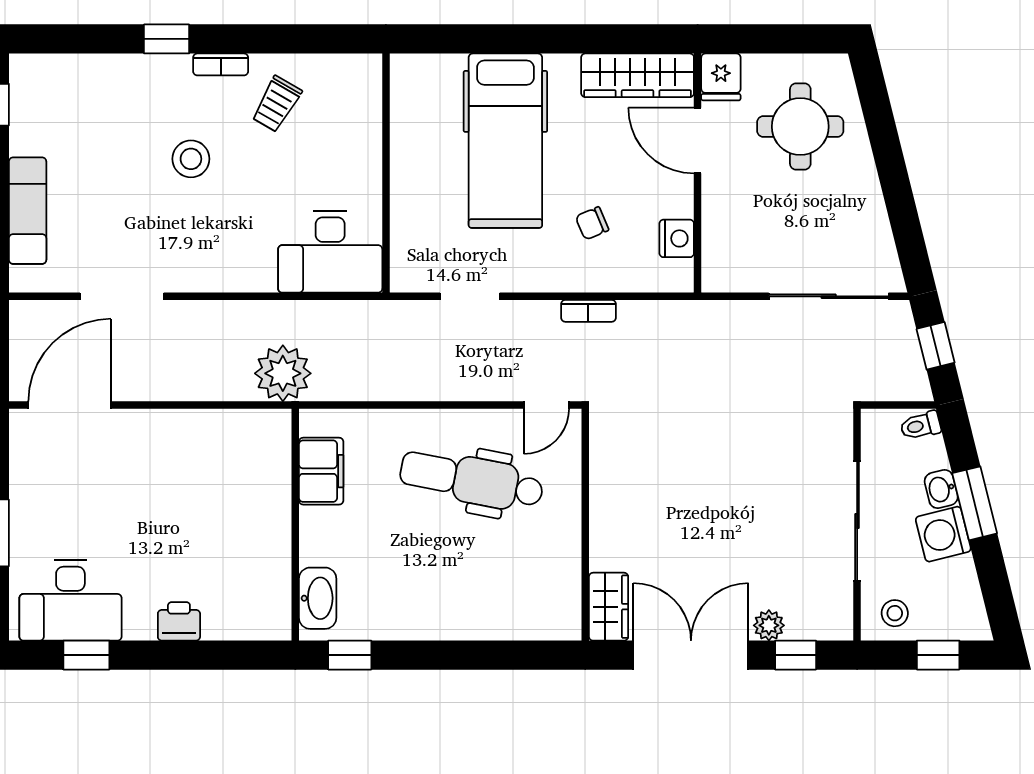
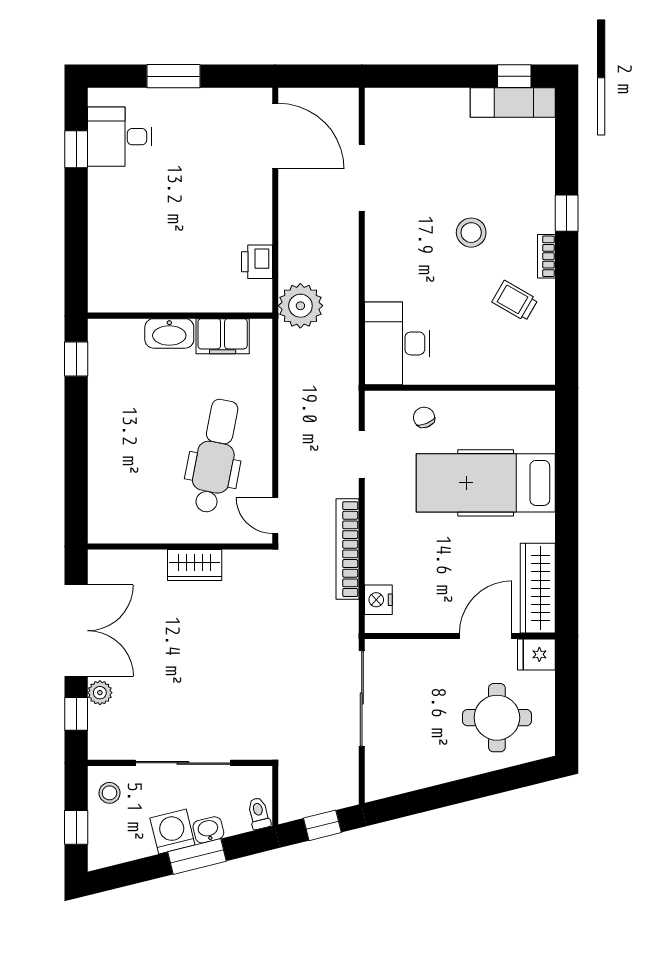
exam couch: (28, 211) -> (513, 103), moved
chair: (592, 223) -> (424, 417), moved
nightstand: (677, 238) -> (378, 600), moved, turned 90
sliding door: (829, 296) -> (362, 698), moved
bookcase: (588, 311) -> (347, 549), width x2.31, depth x1.31
washbasin: (318, 598) -> (169, 333), moved
desk: (70, 600) -> (120, 137), width x0.73
wardrobe: (609, 607) -> (195, 565), moved
printer: (179, 621) -> (257, 262), moved, turned 180

